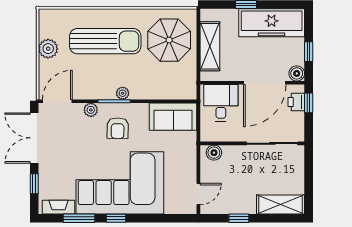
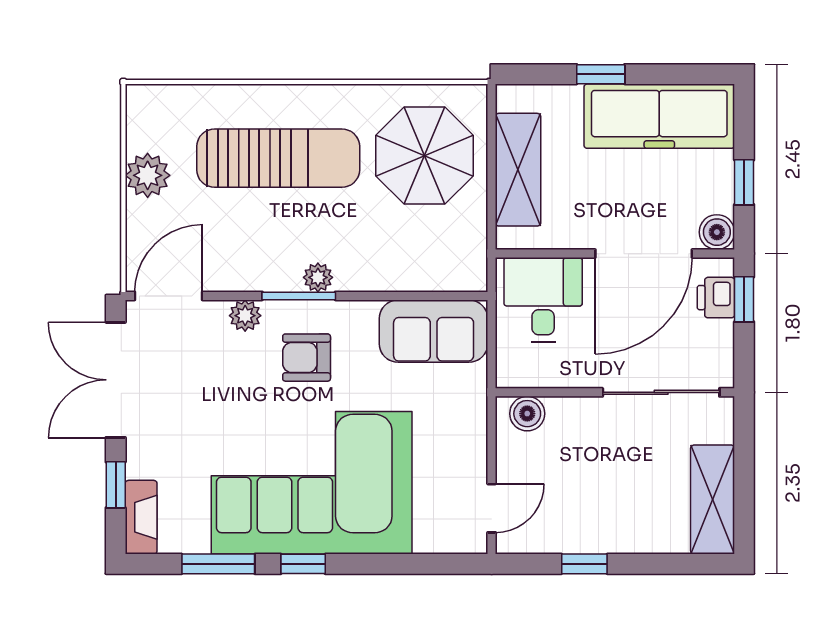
armchair: (118, 128) -> (307, 358), turned 89
shelving: (281, 205) -> (713, 500), moved, turned 90
fireplace: (59, 207) -> (141, 517), moved, turned 90

